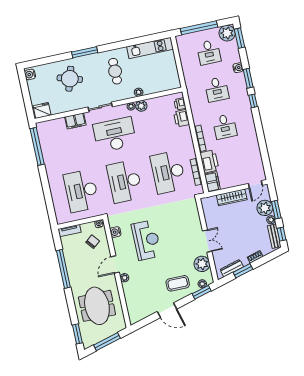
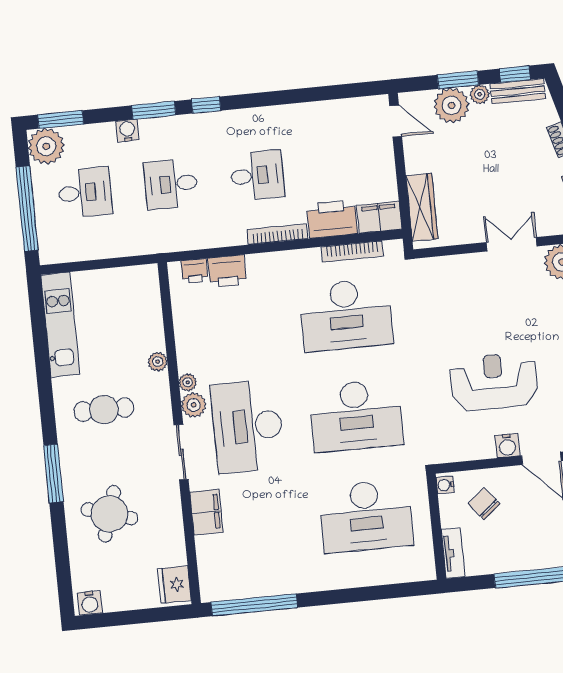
desk: (217, 89) -> (171, 184), turned 180
plant: (141, 106) -> (194, 405), moved
wardrobe: (232, 197) -> (422, 207), moved
water cooler: (115, 232) -> (507, 446), moved

